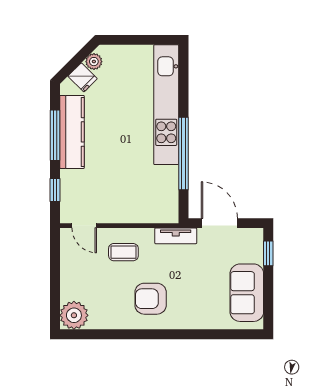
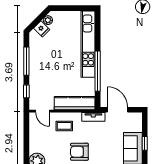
kitchen counter: (72, 132) -> (75, 103), moved, turned -90
window: (268, 253) -> (145, 143), moved

